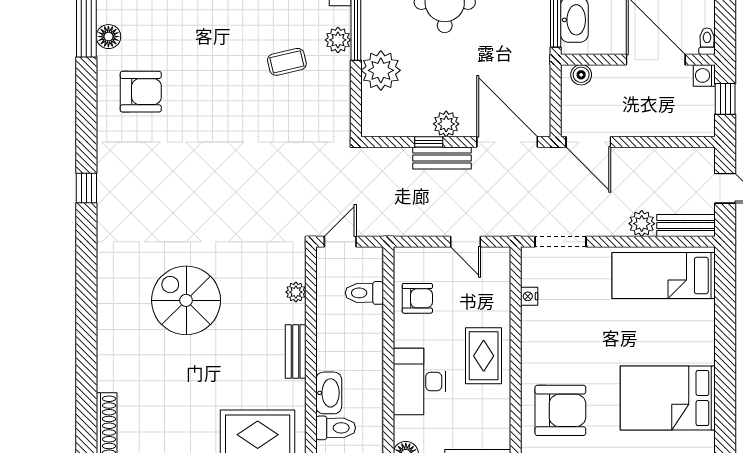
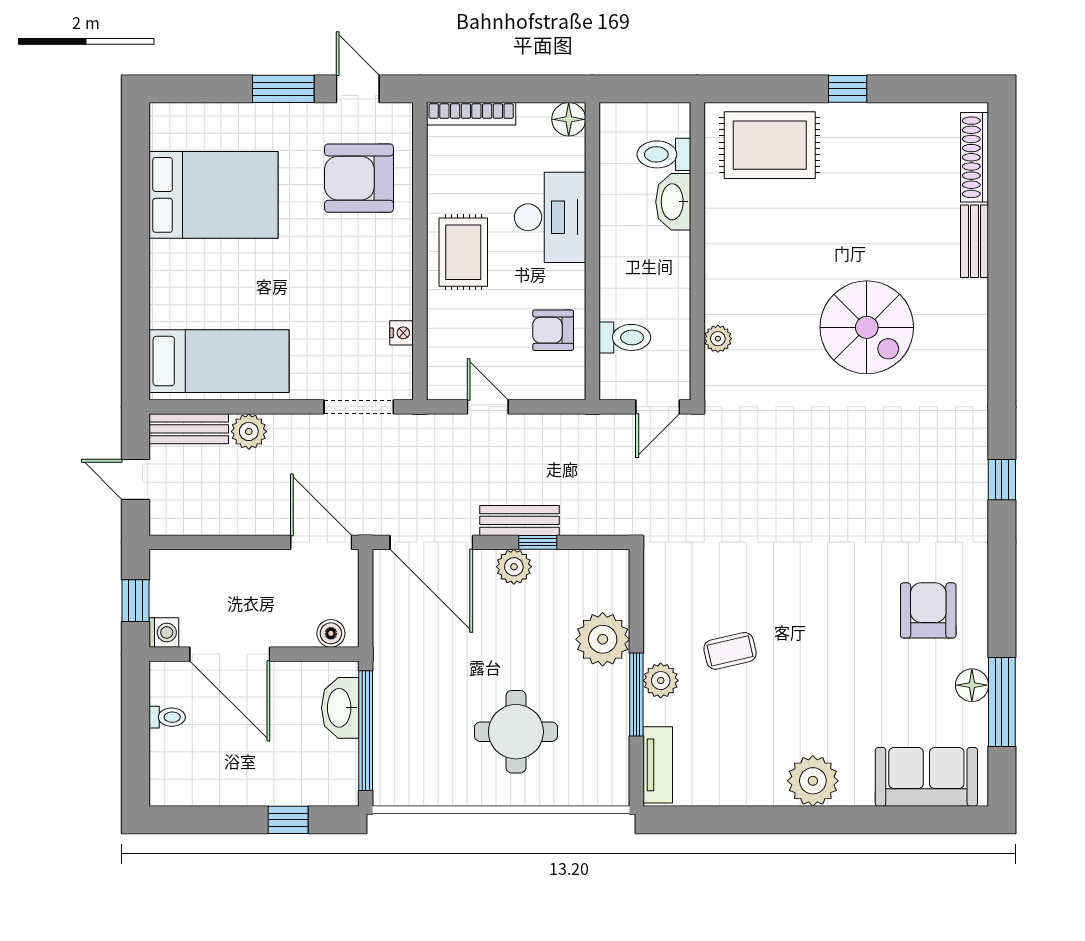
toilet: (707, 41) -> (167, 717), moved, turned -90
armchair: (141, 92) -> (928, 610), turned 90
bench: (296, 352) -> (974, 241), moved

